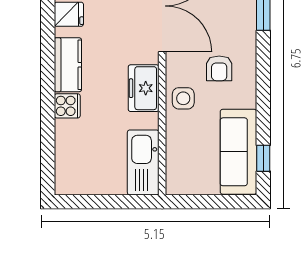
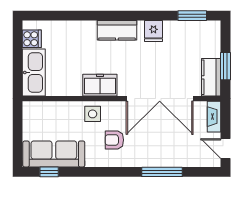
cooker: (67, 106) -> (32, 39), moved, turned -90
kitchen sink: (143, 162) -> (34, 73), moved, turned 90

